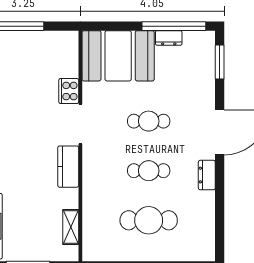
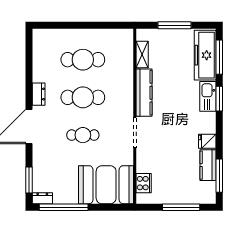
dresser: (169, 38) -> (42, 198), moved
cooker: (69, 91) -> (144, 183), moved
kitchen counter: (68, 167) -> (144, 93), width x1.50
cafe table: (149, 171) -> (83, 97), width x1.37, depth x1.35

